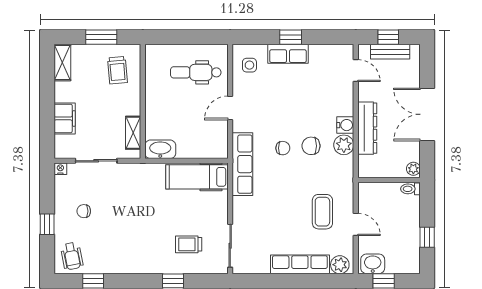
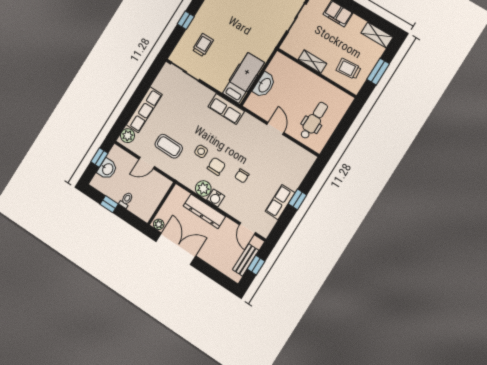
row of seats: (288, 54) -> (280, 202), moved
side table: (249, 65) -> (201, 151), moved
door: (356, 71) -> (247, 229), hinge flipped
double door: (427, 114) -> (176, 249), moved
shelving: (133, 133) -> (312, 62), moved
chair: (283, 148) -> (242, 176), moved
washbasin: (160, 149) -> (264, 85), moved
row of seats: (242, 164) -> (226, 109), width x0.68
toilet: (410, 189) -> (126, 200), moved
washbasin: (373, 264) -> (107, 169), moved

